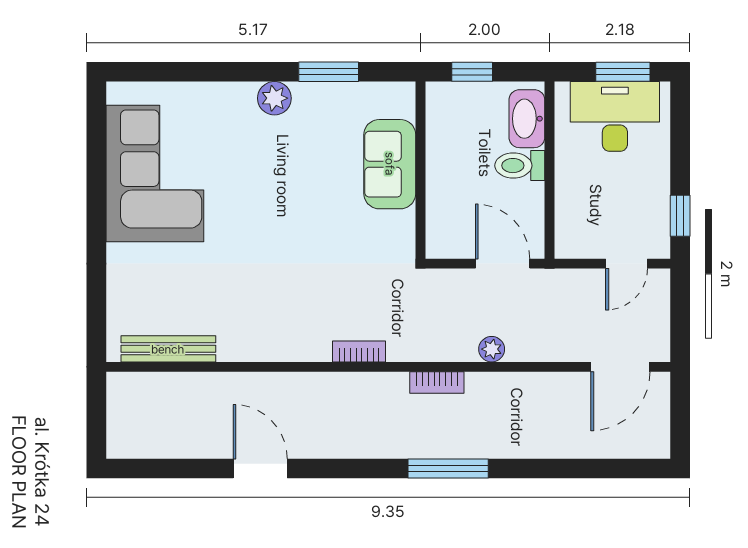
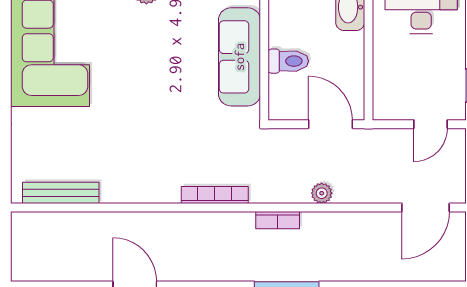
sofa: (390, 164) -> (239, 57), width x1.36
toilet: (520, 166) -> (288, 61), moved, turned 180
bookcase: (359, 351) -> (215, 195), width x1.56

